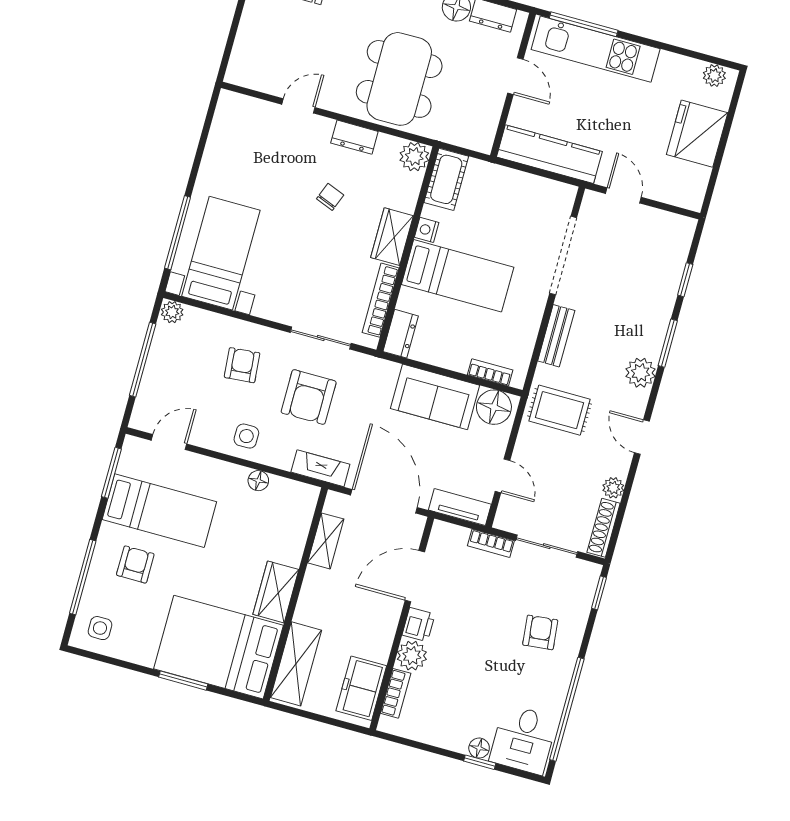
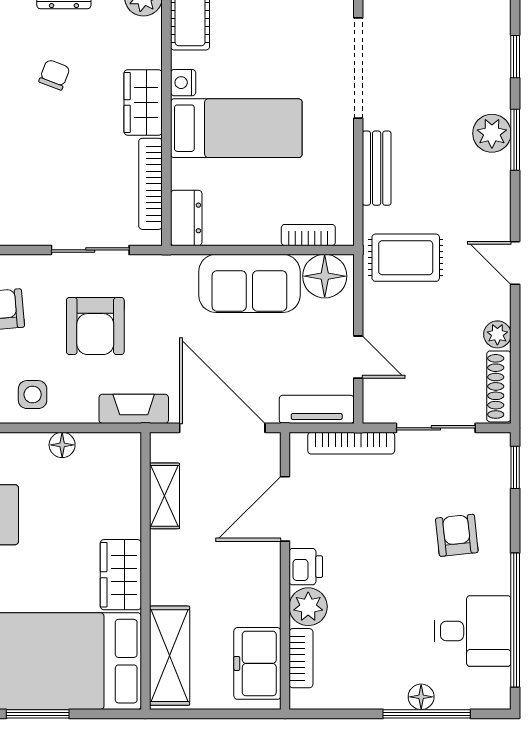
plant: (641, 373) -> (492, 133), moved
bookcase: (491, 543) -> (351, 443), width x1.56
desk: (523, 739) -> (473, 631), moved, turned -90
window: (480, 762) -> (427, 714), width x2.17

